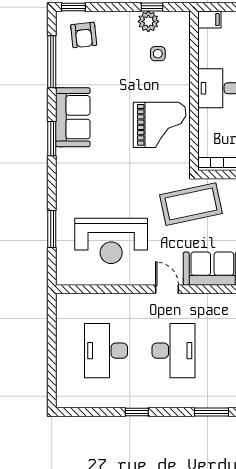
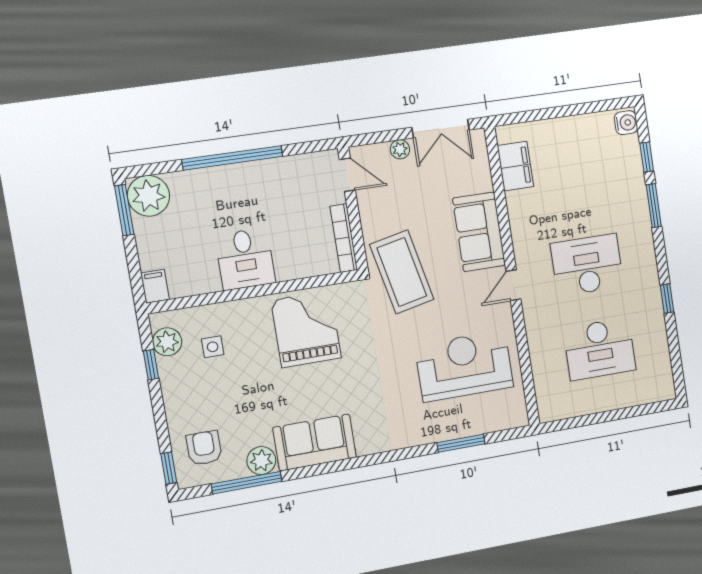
plant: (148, 21) -> (167, 342), moved
armchair: (84, 35) -> (204, 448), turned -84
plant: (66, 75) -> (261, 461), added
window: (52, 139) -> (347, 464), removed
reception desk: (111, 241) -> (464, 366), turned -90

